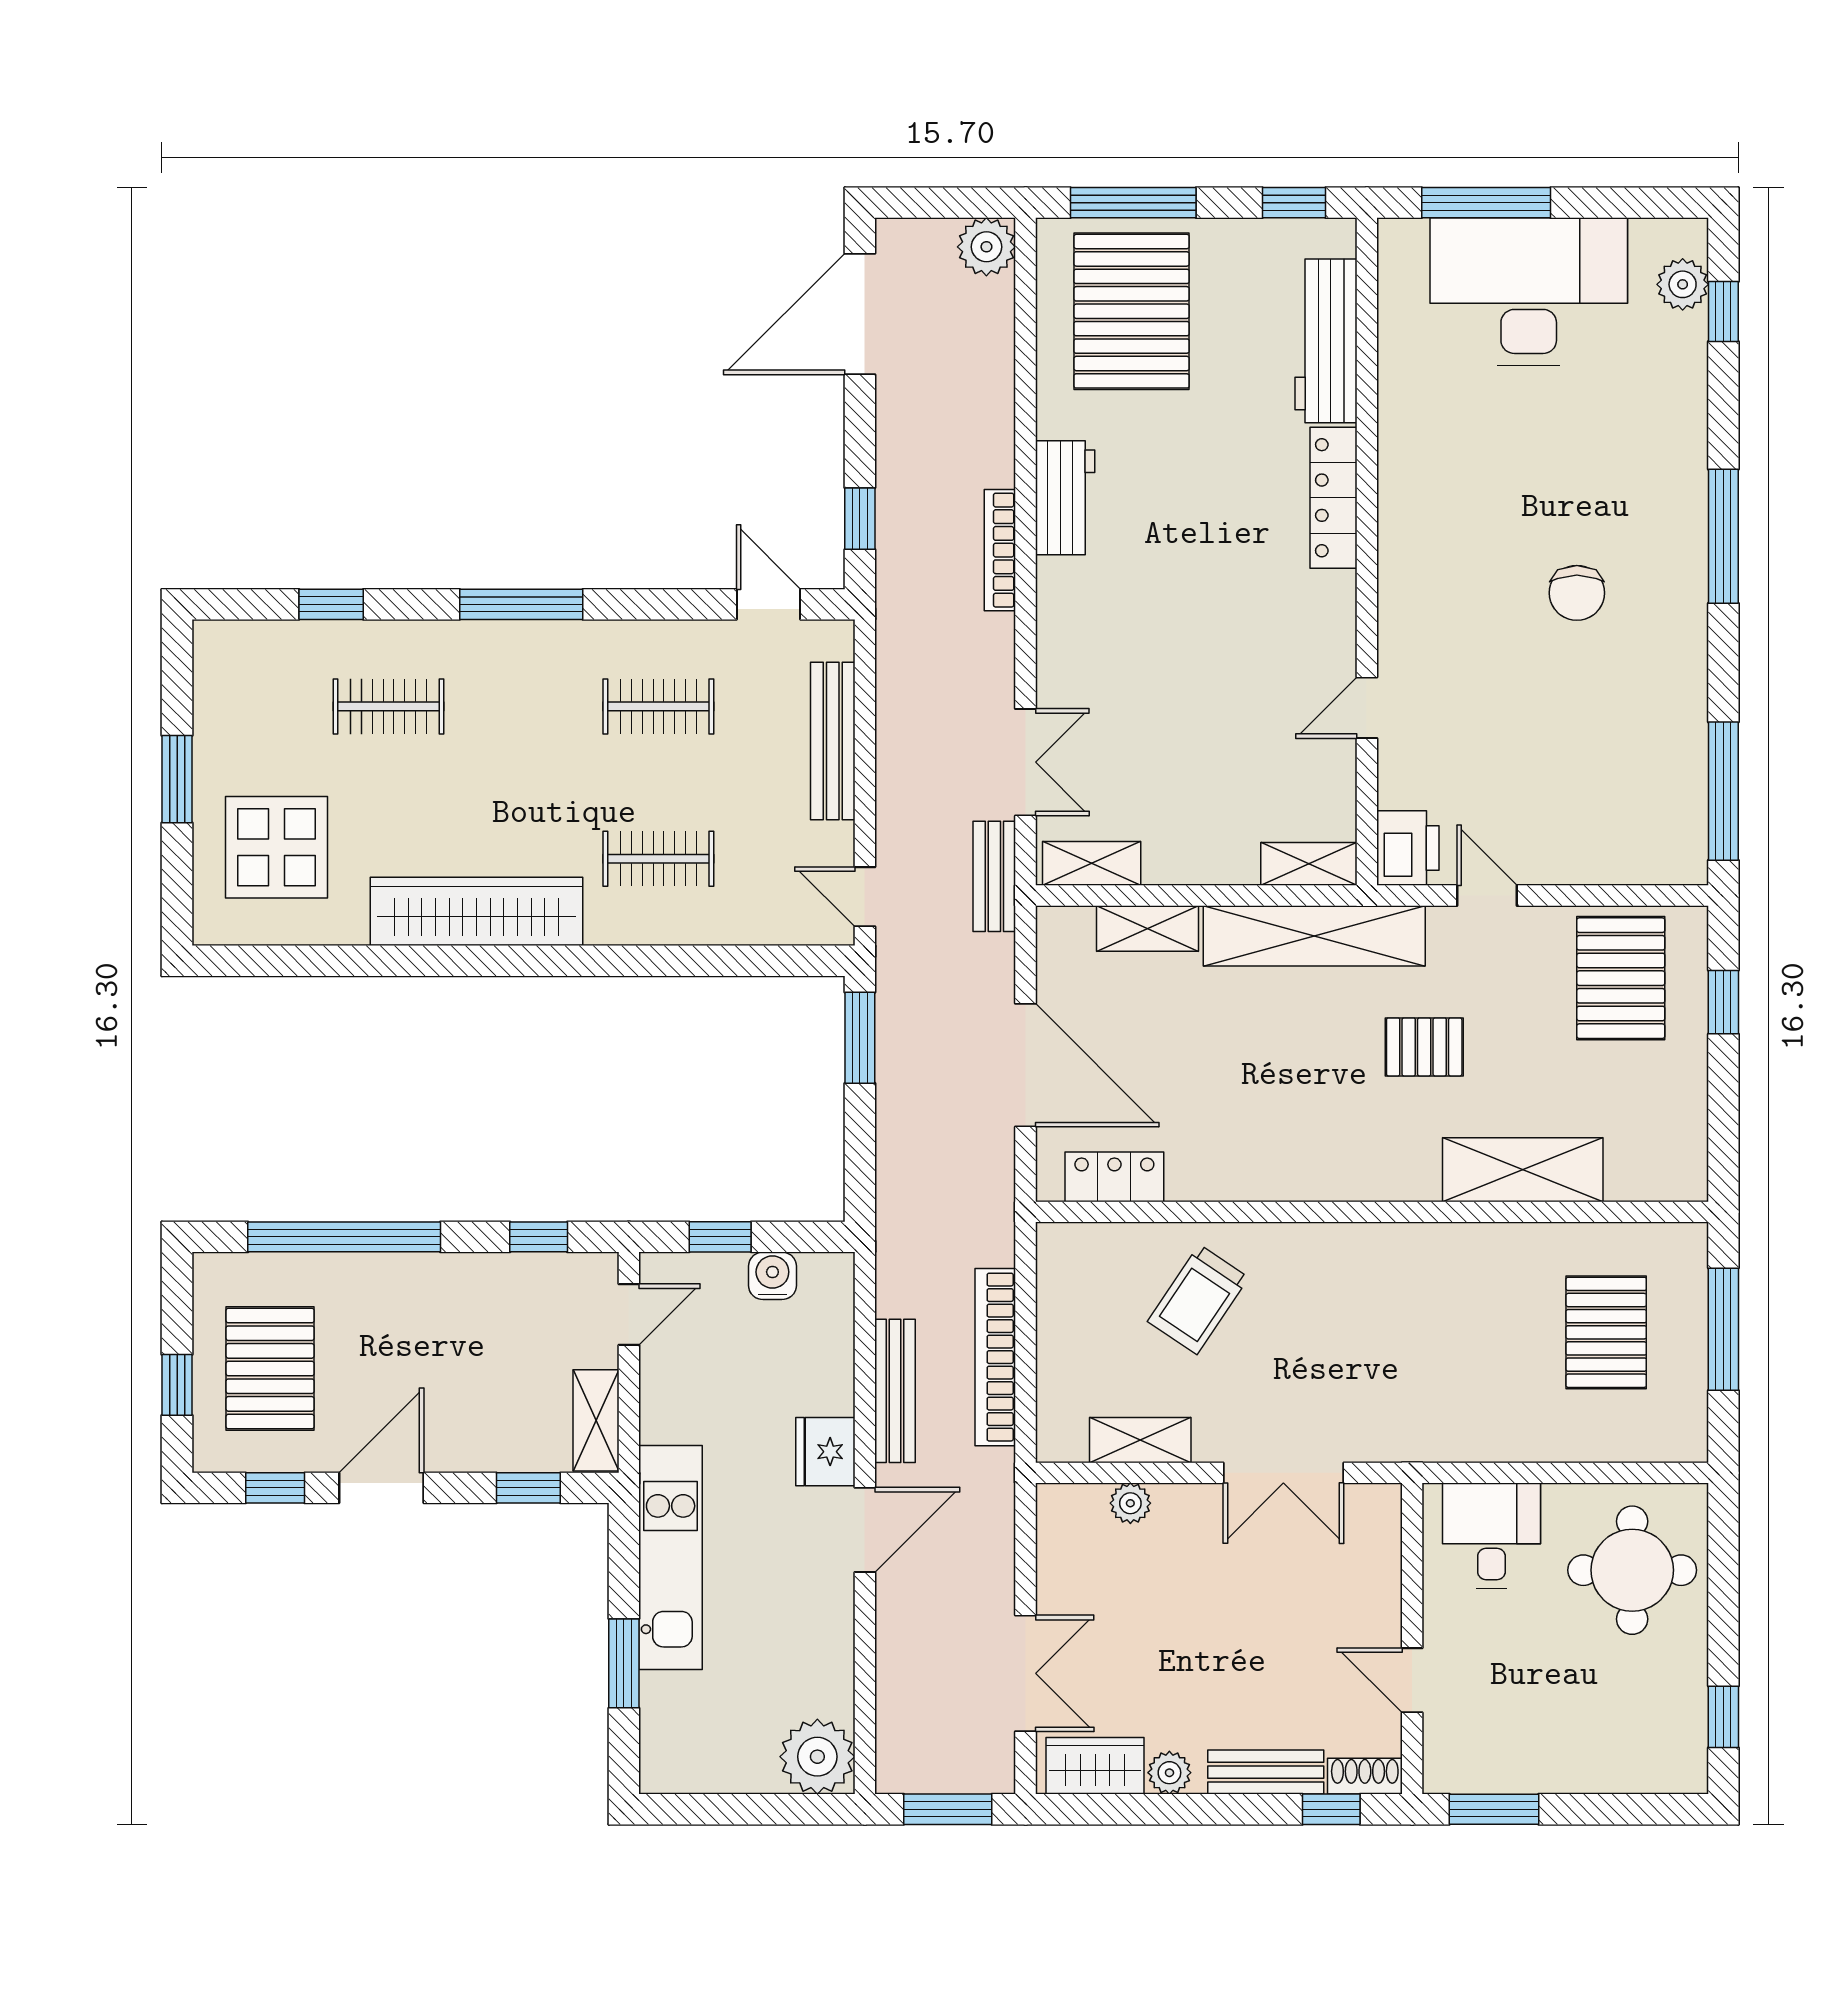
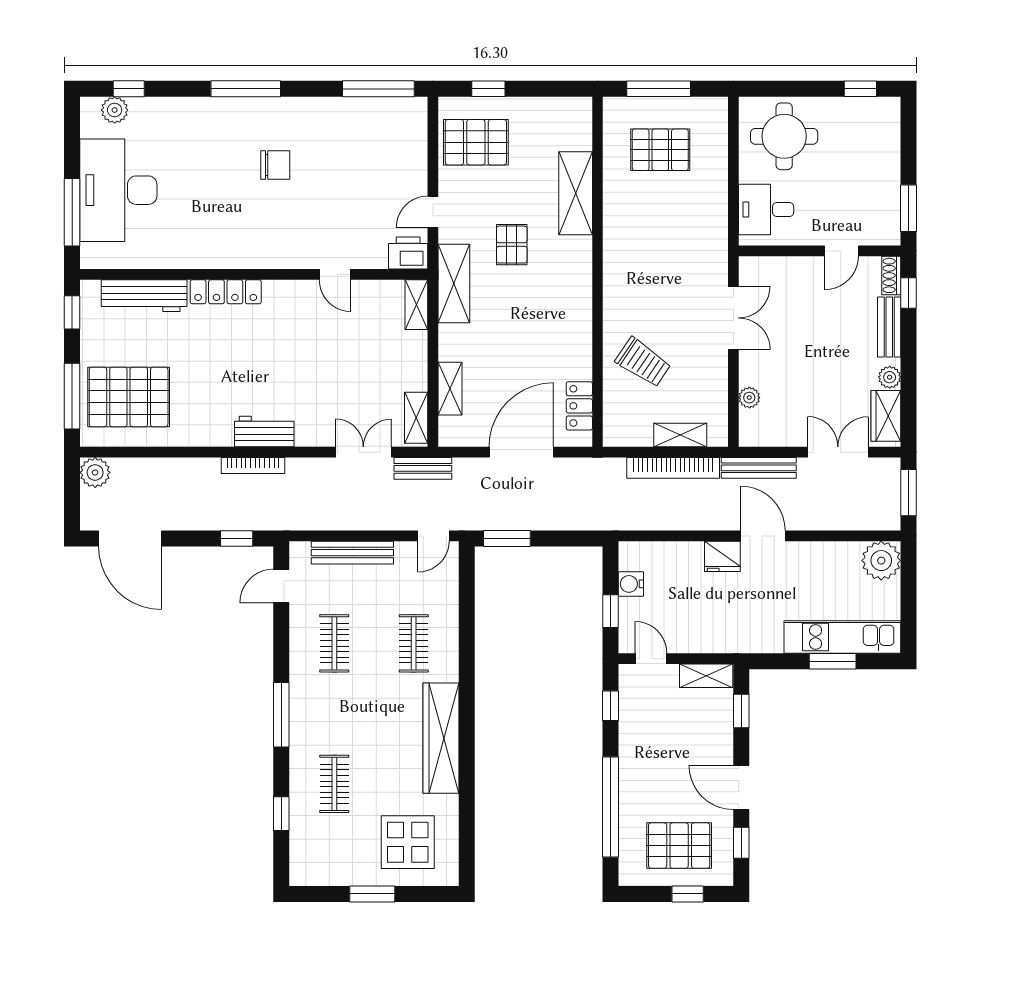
workbench: (1065, 498) -> (264, 432), moved
shelving: (1314, 936) -> (454, 283), width x0.68
bench: (895, 1391) -> (759, 468), moved
shelving: (1140, 1440) -> (680, 435), moved, turned 90
kitchen unit: (671, 1557) -> (842, 637), moved

